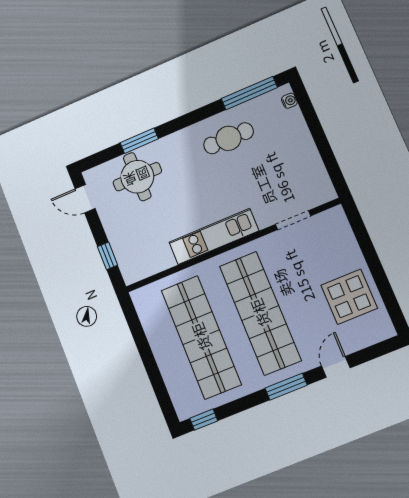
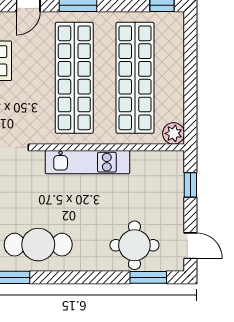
cafe table: (229, 138) -> (38, 245), width x1.37, depth x1.35
window: (139, 141) -> (148, 277), moved
plant: (143, 298) -> (174, 133), added

